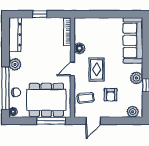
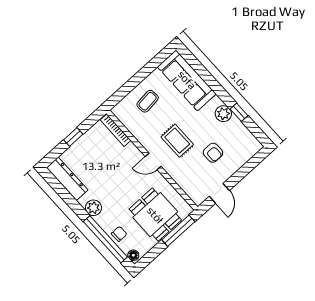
floor lamp: (79, 48) -> (142, 135), removed
door: (72, 69) -> (153, 161), hinge flipped
coffee table: (86, 98) -> (148, 101), moved
dining table: (46, 100) -> (155, 215), width x0.73
plant: (133, 112) -> (249, 150), removed

